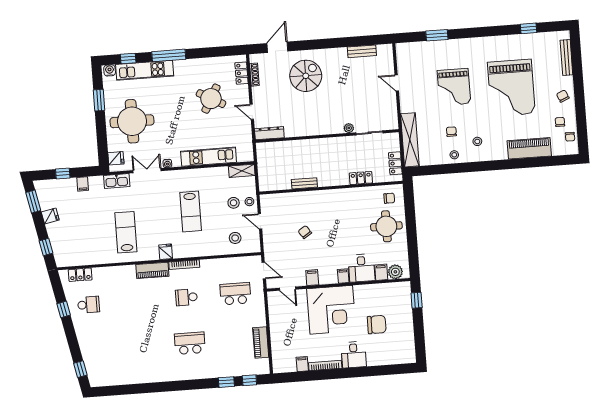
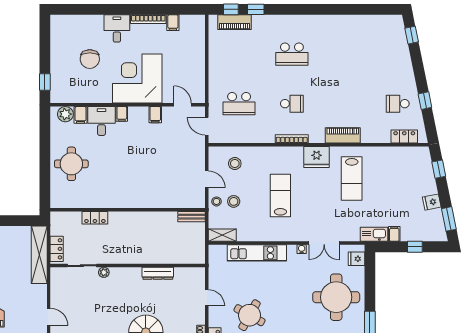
dresser: (269, 133) -> (158, 273), moved
locker: (395, 163) -> (57, 249), moved
kitchen sink: (117, 181) -> (374, 234), moved
bench: (304, 183) -> (192, 217), moved
chair: (389, 198) -> (66, 194), removed
chair: (305, 232) -> (159, 164), removed
fridge: (166, 252) -> (317, 157), width x1.88, depth x1.34
piano: (152, 270) -> (343, 135), moved
chair: (377, 325) -> (90, 59), turned -90
piano: (261, 343) -> (235, 22), moved, turned 90

